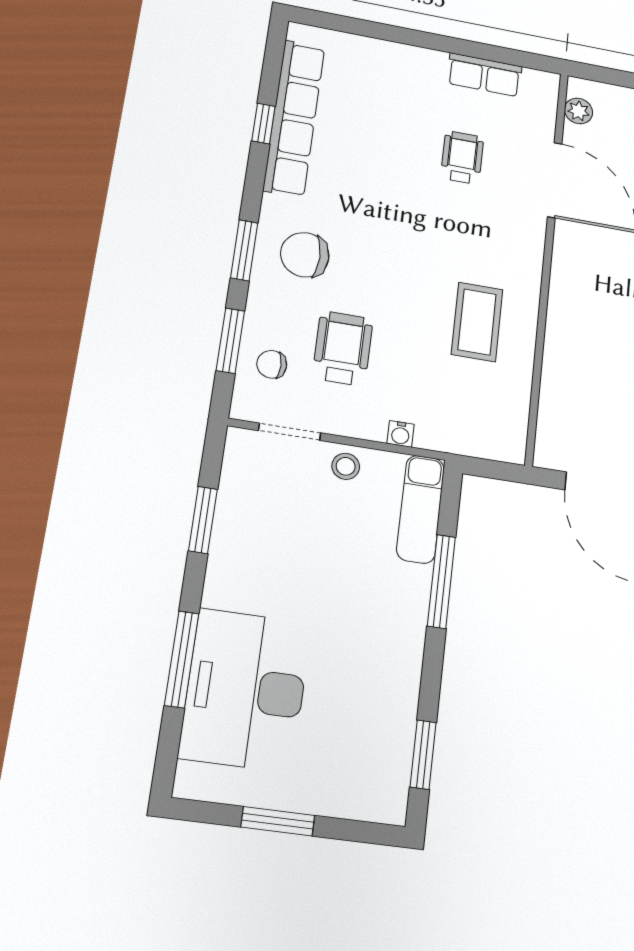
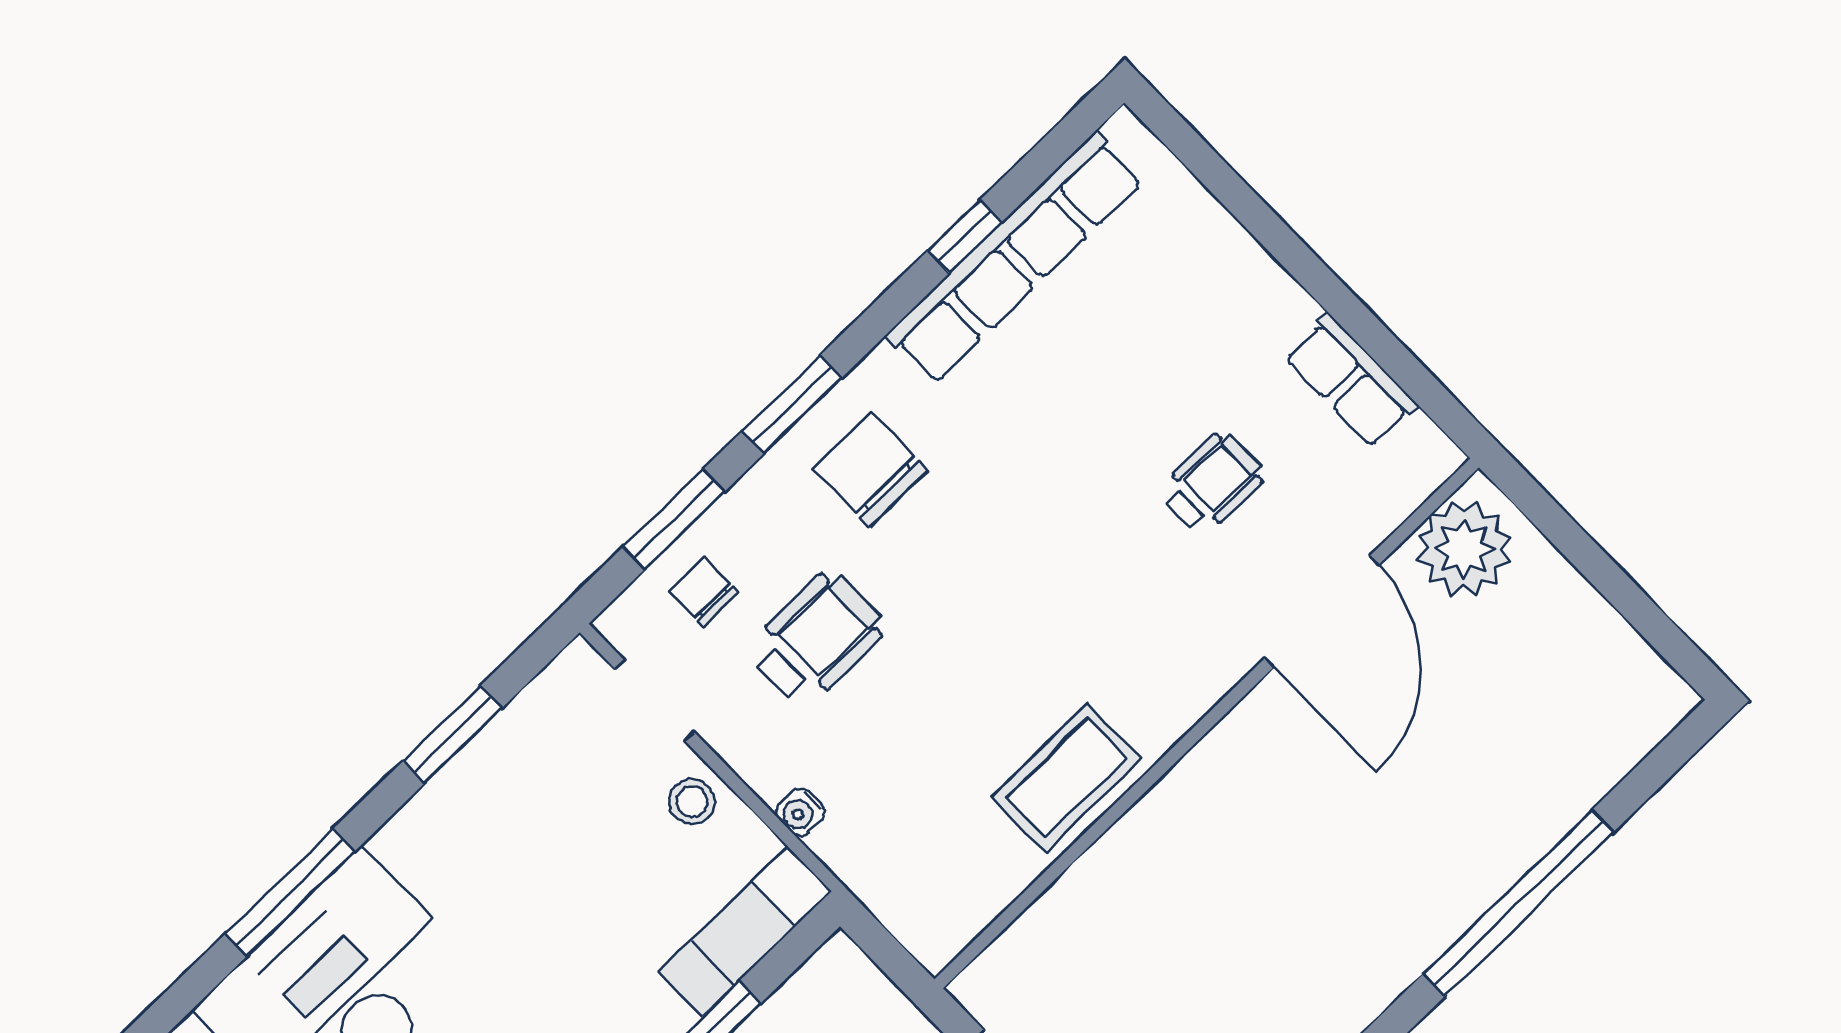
plant: (579, 111) -> (1464, 549), width x1.88, depth x1.88
coffee table: (477, 322) -> (1066, 778), moved

